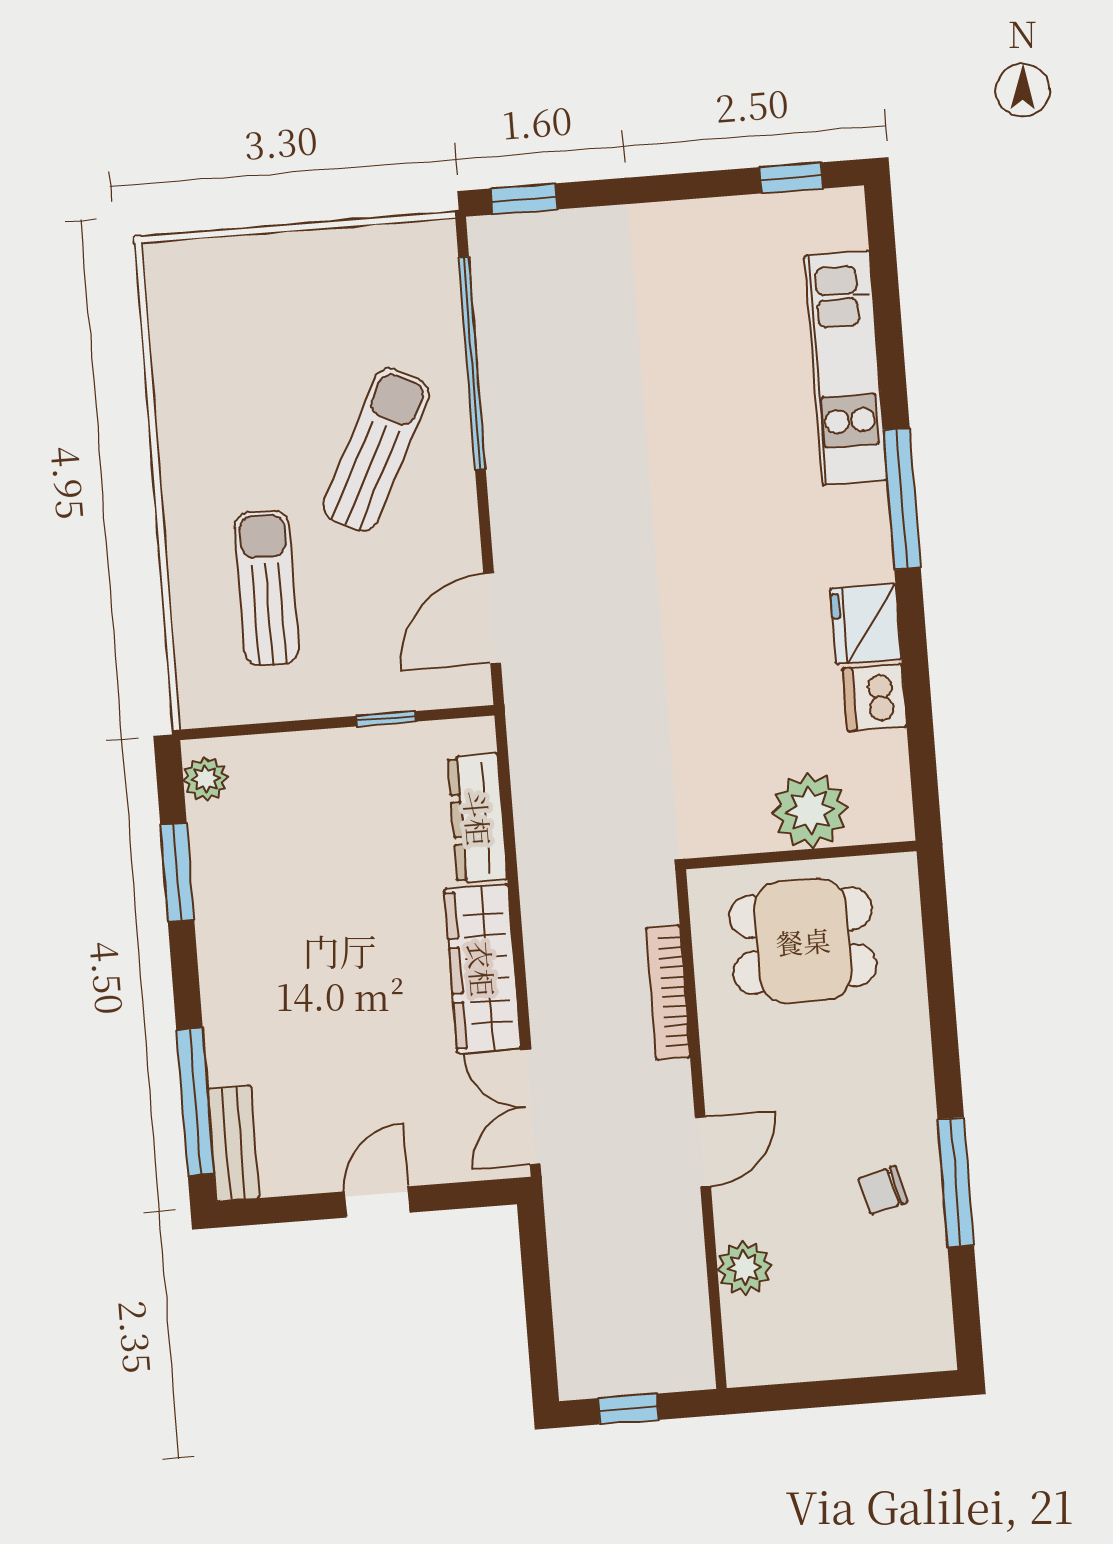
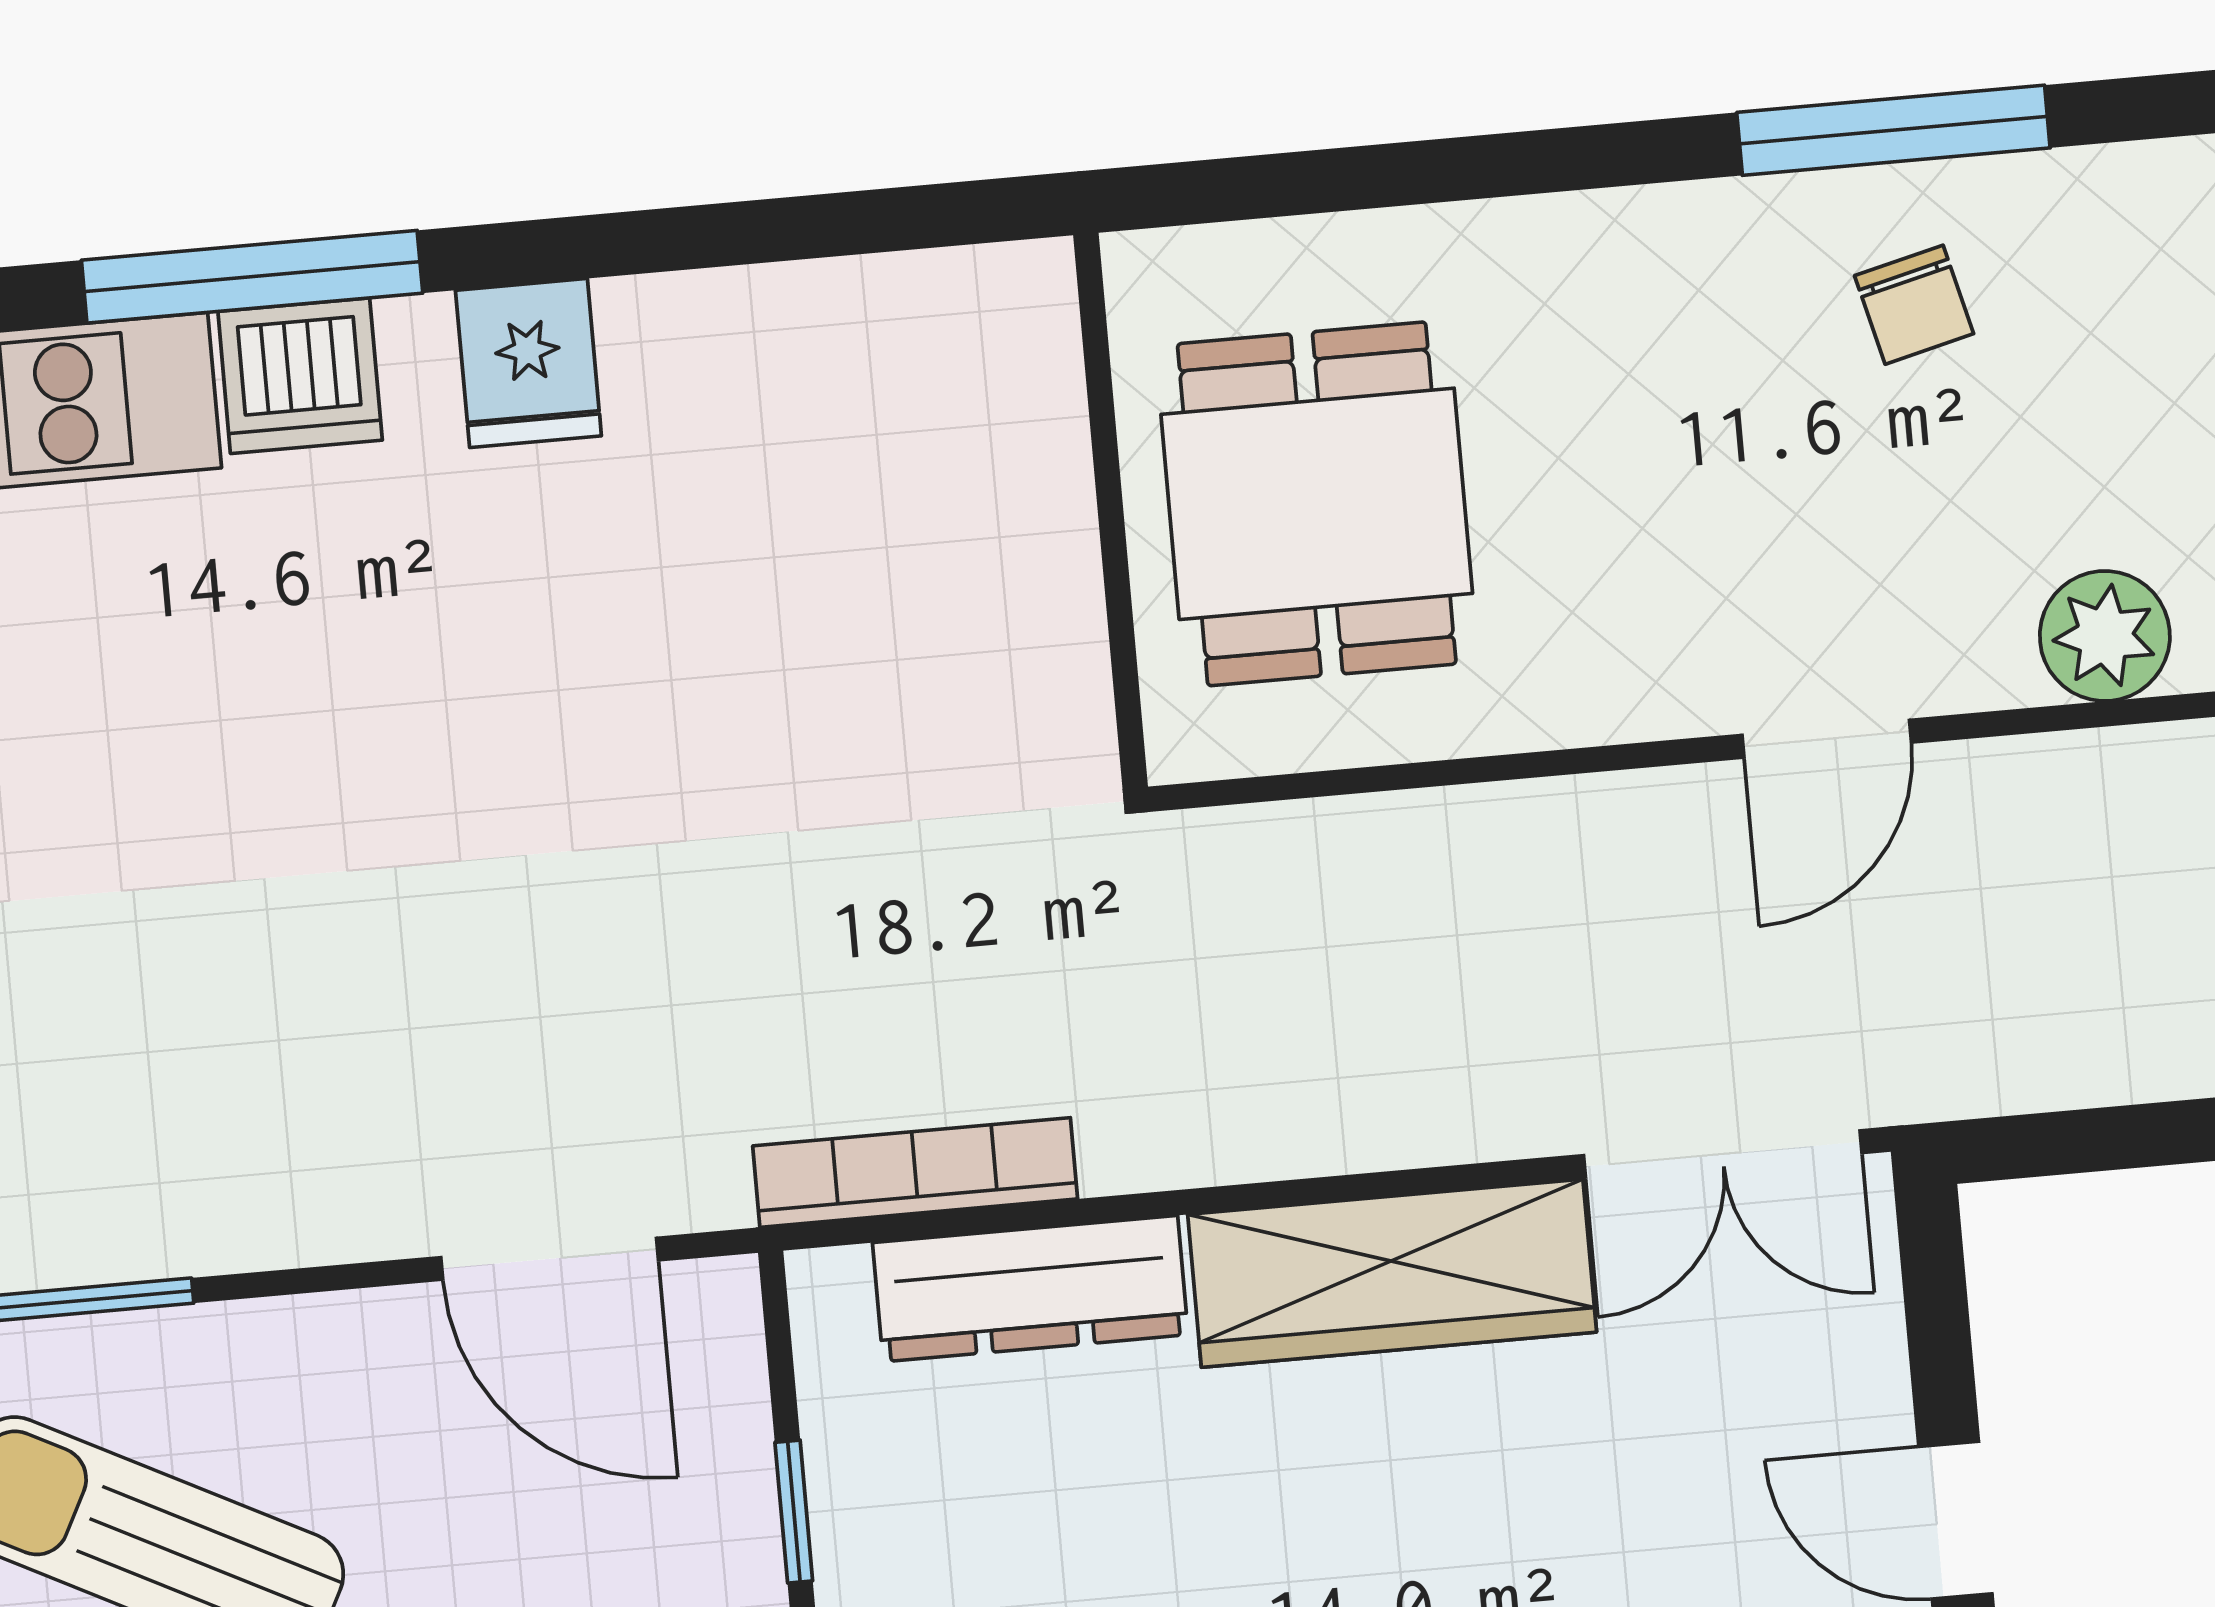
fridge: (866, 624) -> (528, 363), width x0.72
dishwasher: (875, 698) -> (300, 376), moved
plant: (810, 810) -> (1004, 490), removed
bookcase: (668, 992) -> (915, 1172), moved, turned 180
door: (703, 1152) -> (1827, 739), swing flipped

